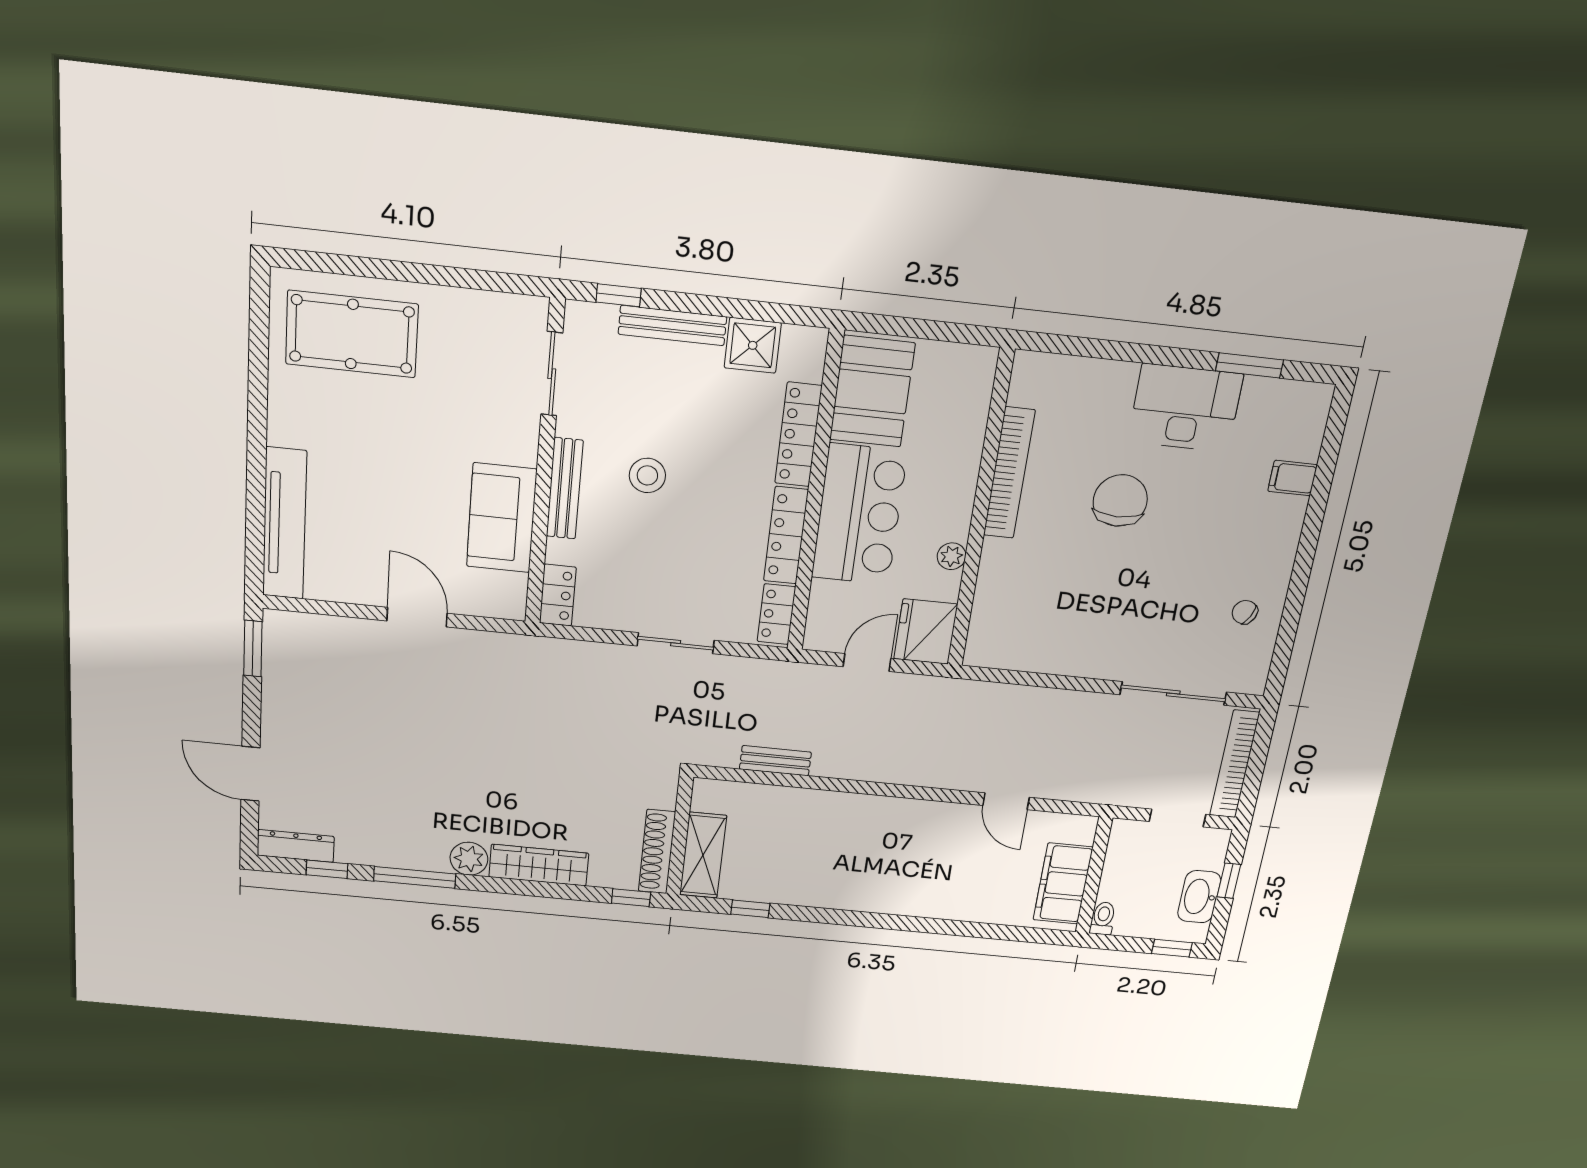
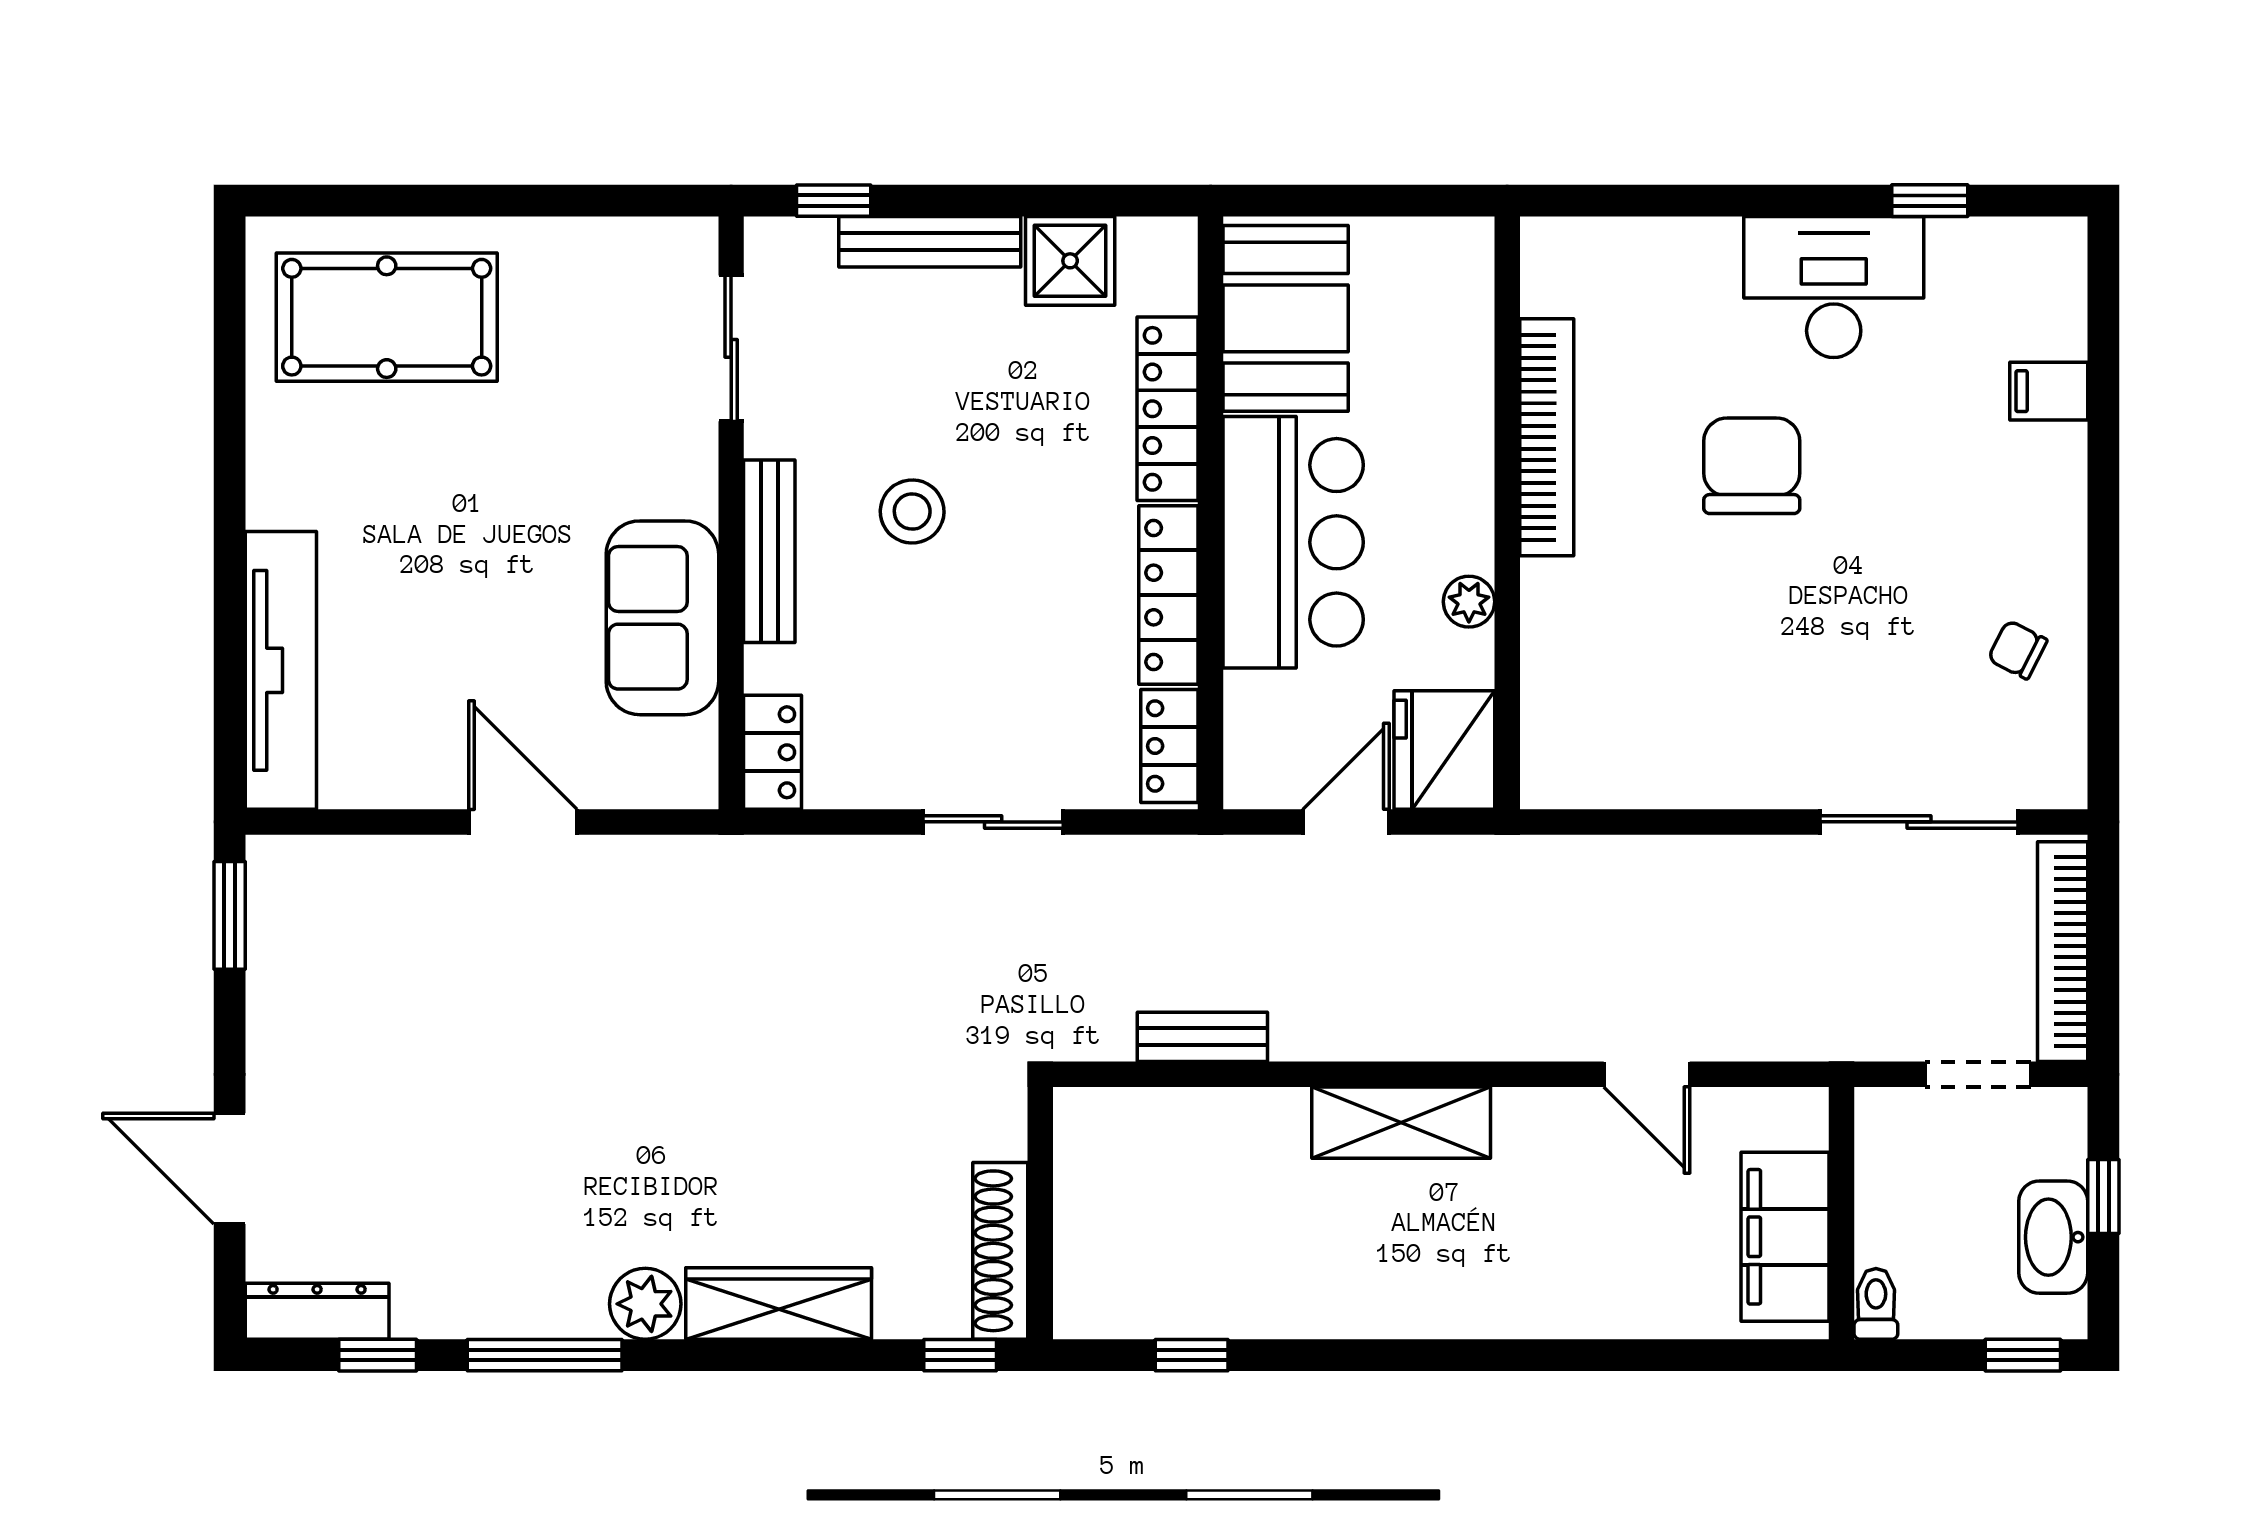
window: (1250, 365) -> (1930, 201), width x0.67
shelving: (703, 855) -> (1401, 1123), moved, turned 90

